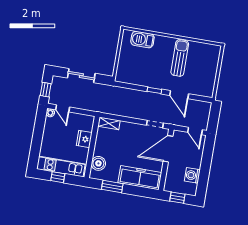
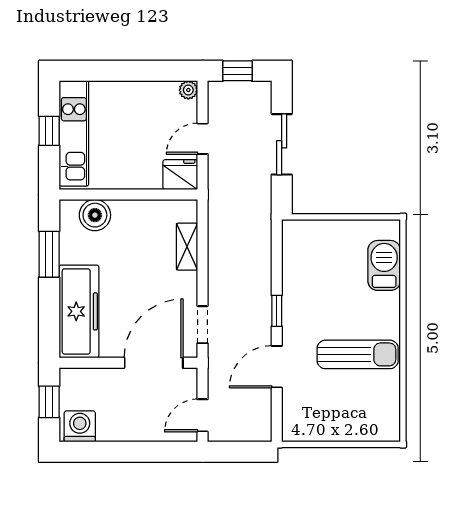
door: (63, 108) -> (203, 139), moved
shelving: (109, 123) -> (187, 247), moved
fridge: (84, 139) -> (180, 175), moved
door: (168, 149) -> (154, 363), hinge flipped
washing machine: (192, 175) -> (80, 426), moved

